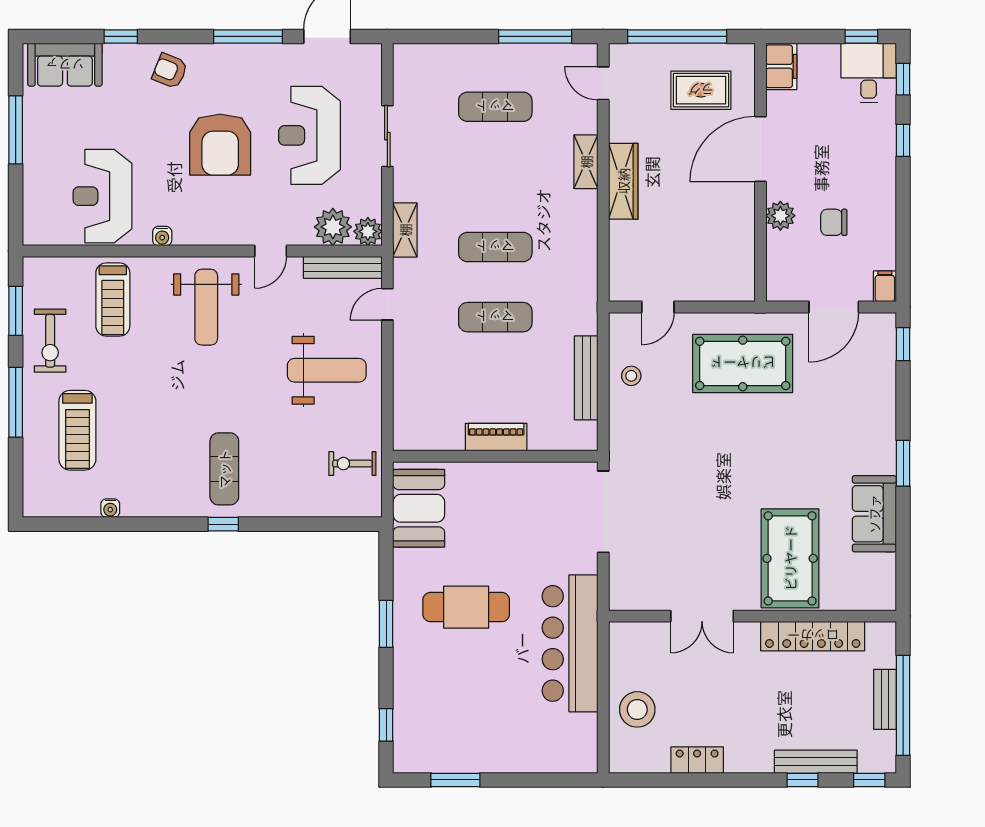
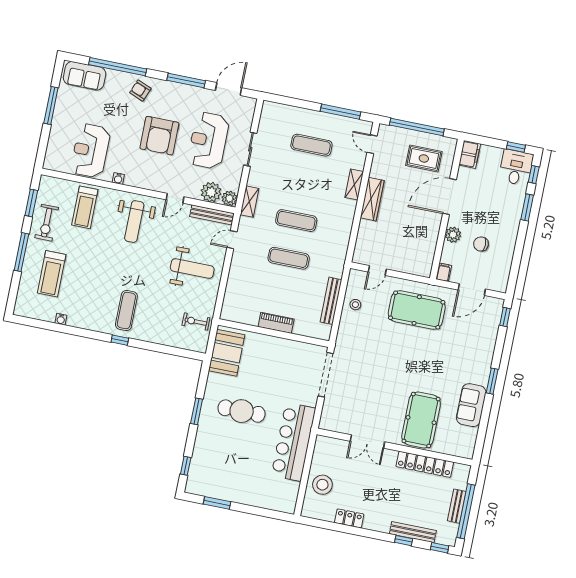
window: (121, 36) -> (118, 67), width x3.17
window: (903, 140) -> (527, 207), width x1.50
filing cabinet: (885, 286) -> (444, 272), moved

